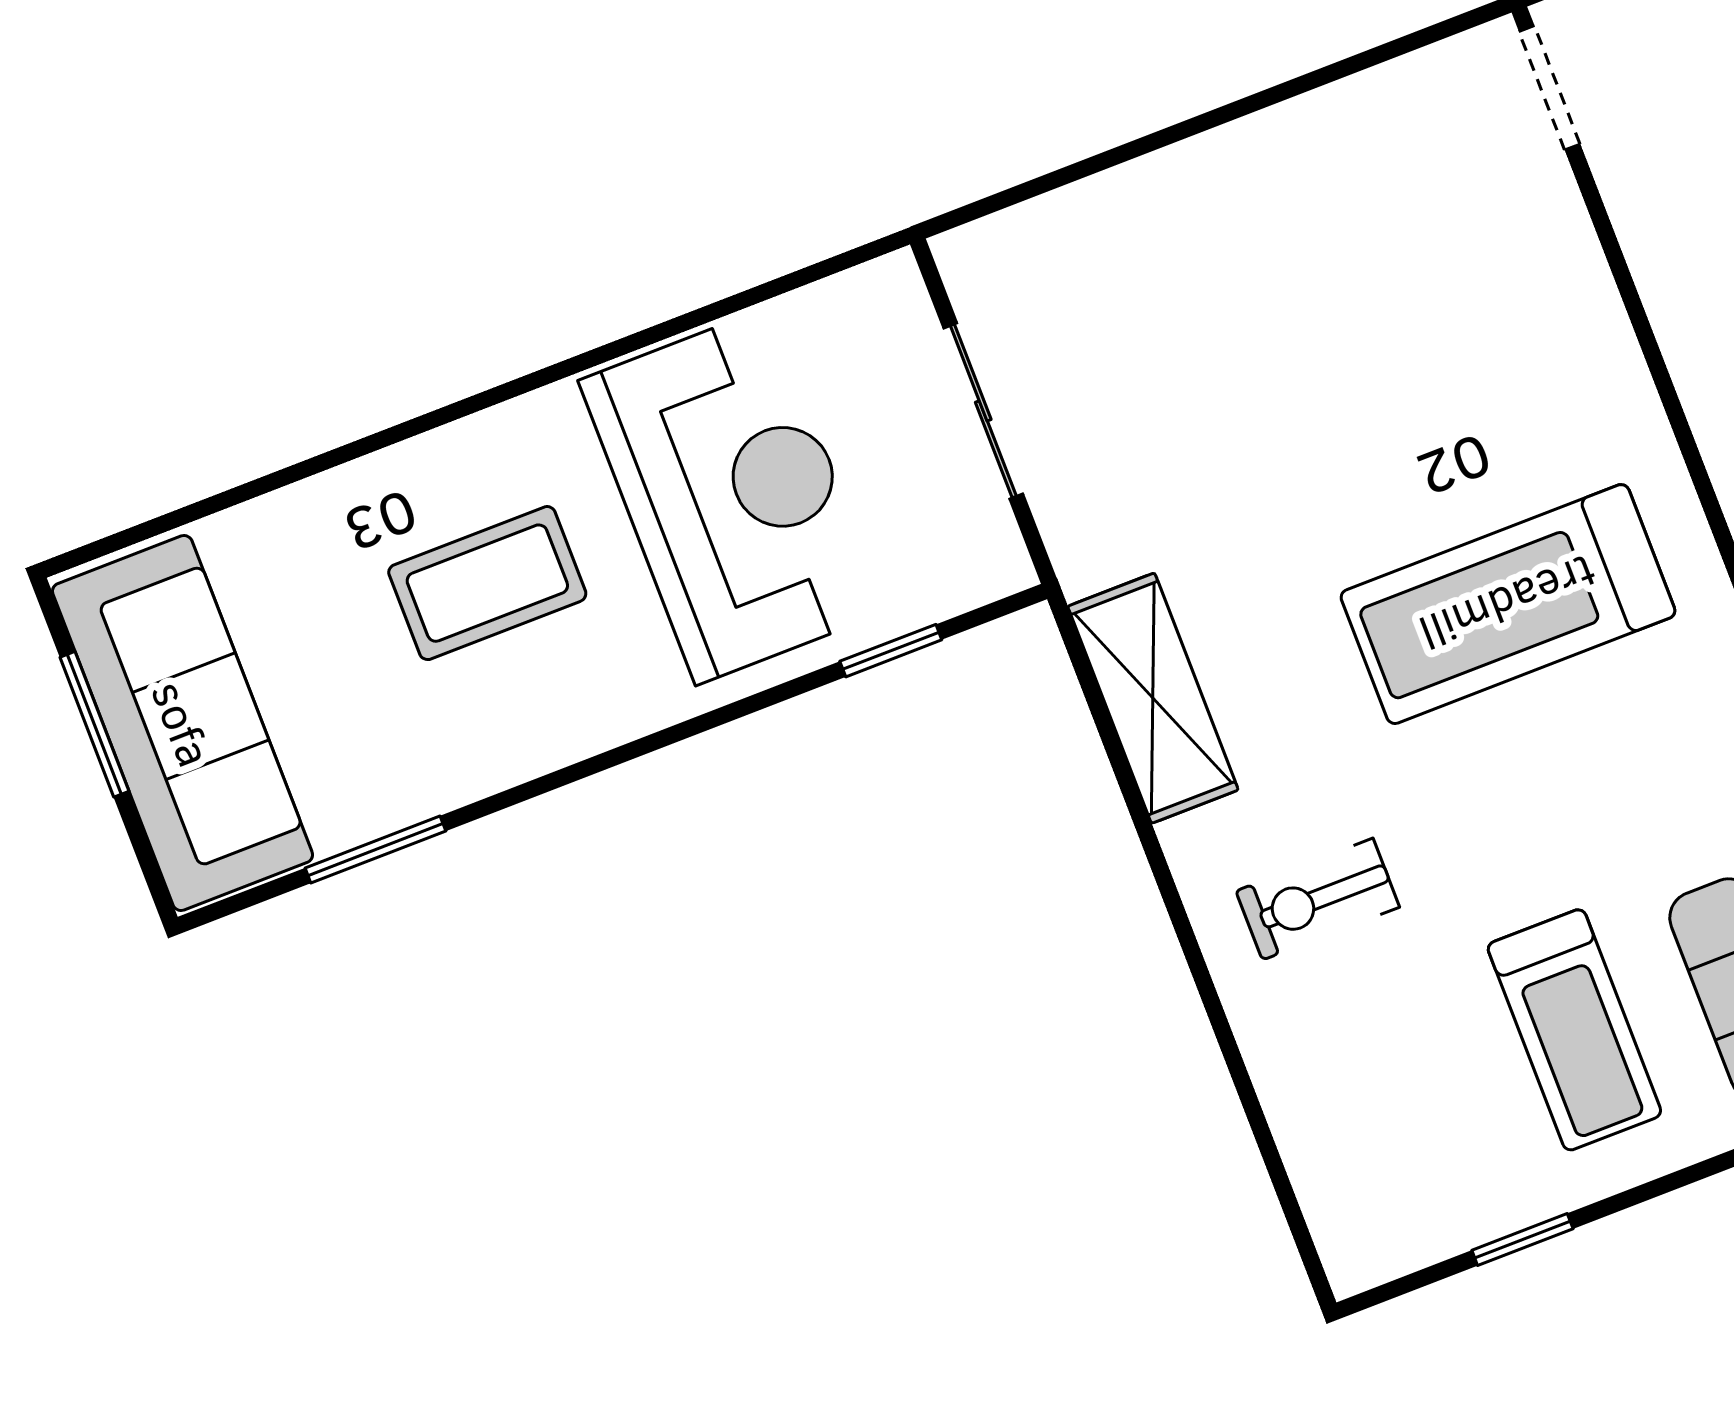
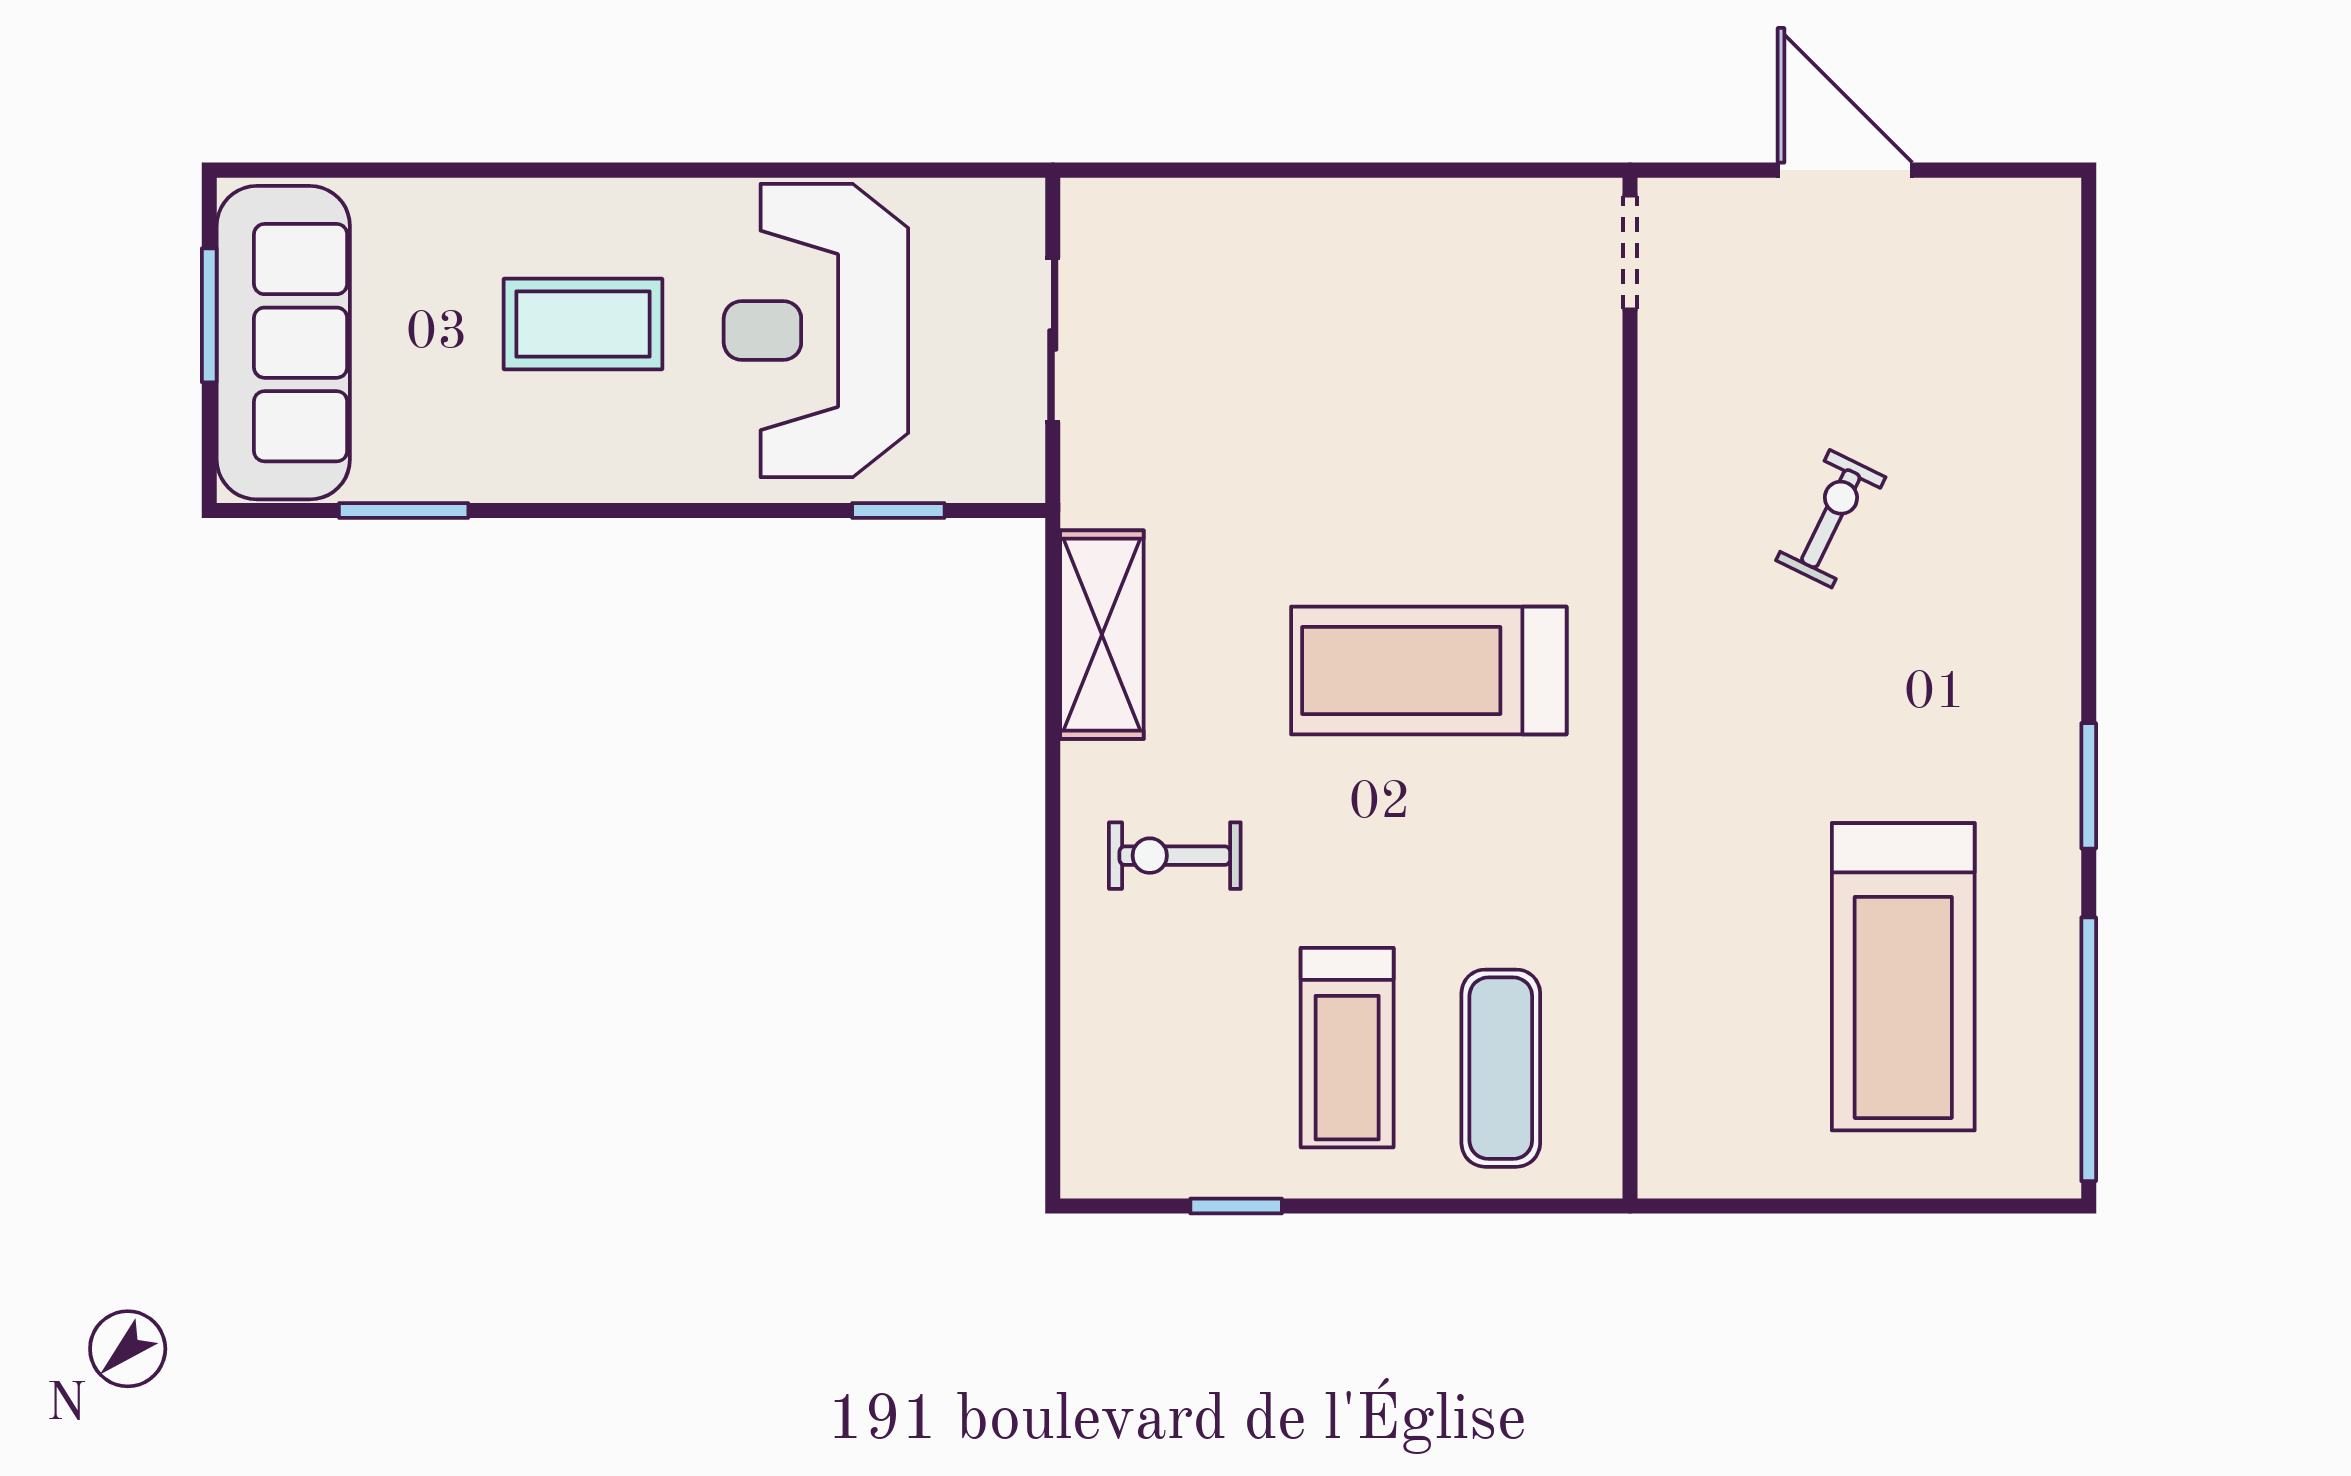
reception desk: (733, 496) -> (816, 330), turned 180

